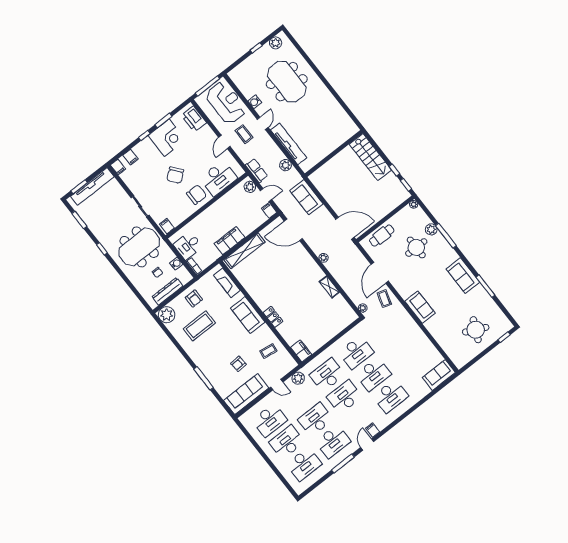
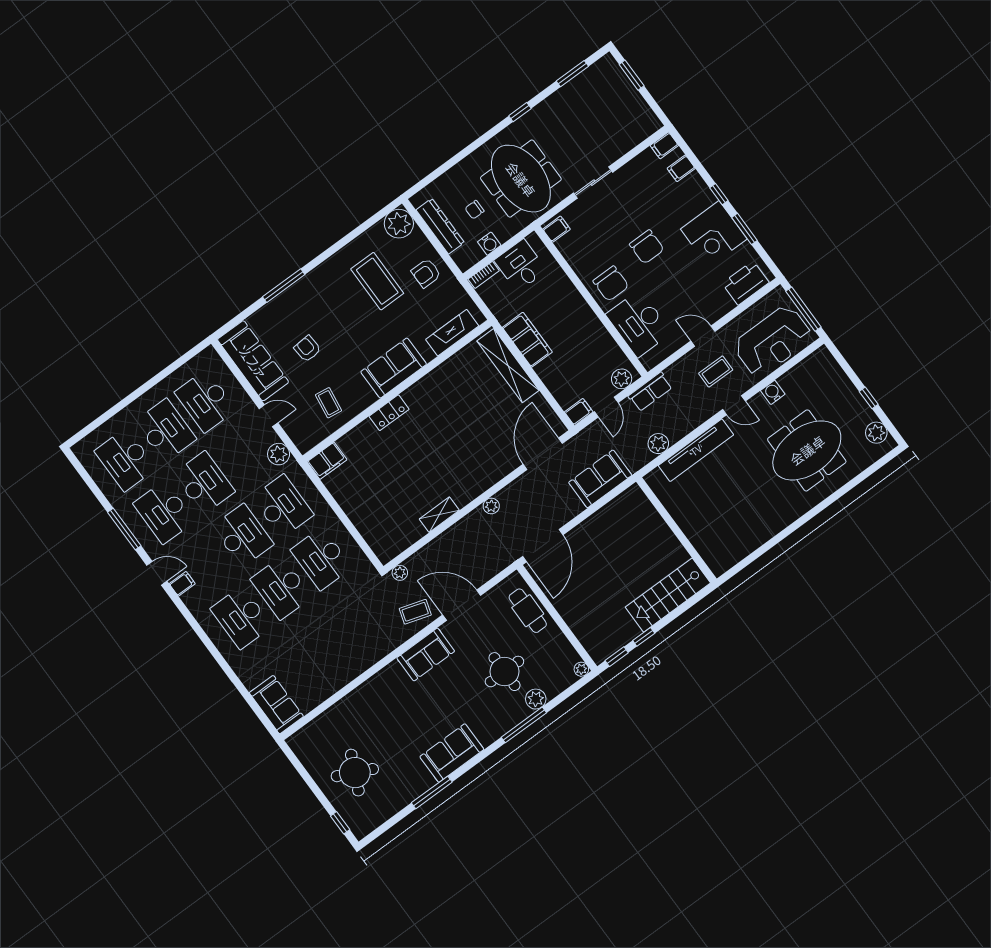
chair: (175, 175) -> (647, 247), turned -141
tv unit: (92, 186) -> (631, 99), removed
sofa: (420, 307) -> (426, 654), moved
door: (277, 385) -> (268, 416), swing flipped

